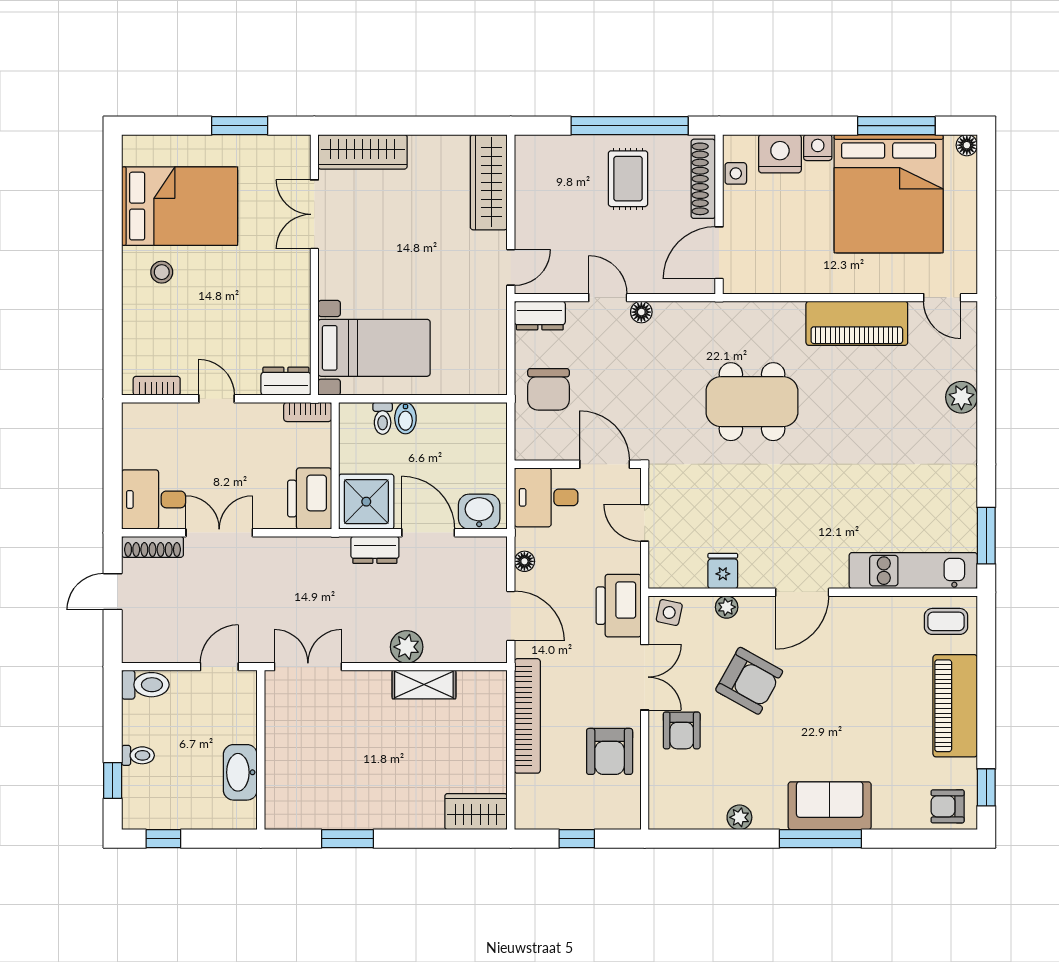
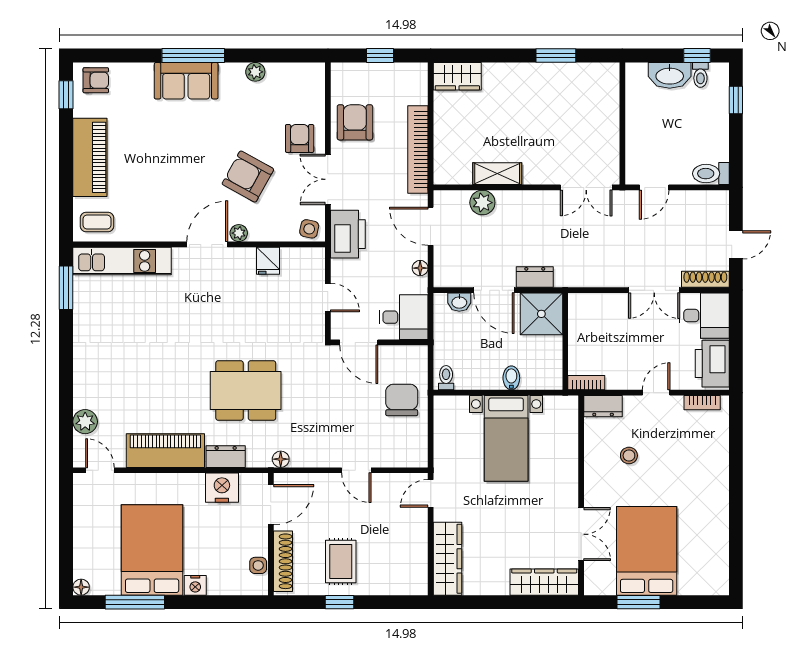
window: (630, 126) -> (340, 602), width x0.32
nightstand: (780, 154) -> (222, 488), moved, turned 180
bed: (889, 194) -> (152, 550), width x0.73
bed: (180, 206) -> (647, 551), moved, turned 90
stool: (162, 272) -> (629, 456), moved
floor lamp: (641, 312) -> (281, 459), moved
dresser: (540, 316) -> (226, 457), moved
bed with nightstands: (374, 348) -> (506, 438), moved, turned -90
plant: (961, 397) -> (85, 422), moved
door: (217, 399) -> (656, 393), swing flipped
toilet: (383, 418) -> (446, 378), moved
printer: (310, 499) -> (712, 364), moved, turned 180
washbasin: (479, 512) -> (459, 302), width x0.72, depth x0.69
plant: (727, 607) -> (239, 233), moved
plant: (407, 647) -> (482, 203), moved
toilet: (138, 755) -> (700, 75), moved, turned -90
washbasin: (240, 772) -> (670, 75), moved, turned 90

